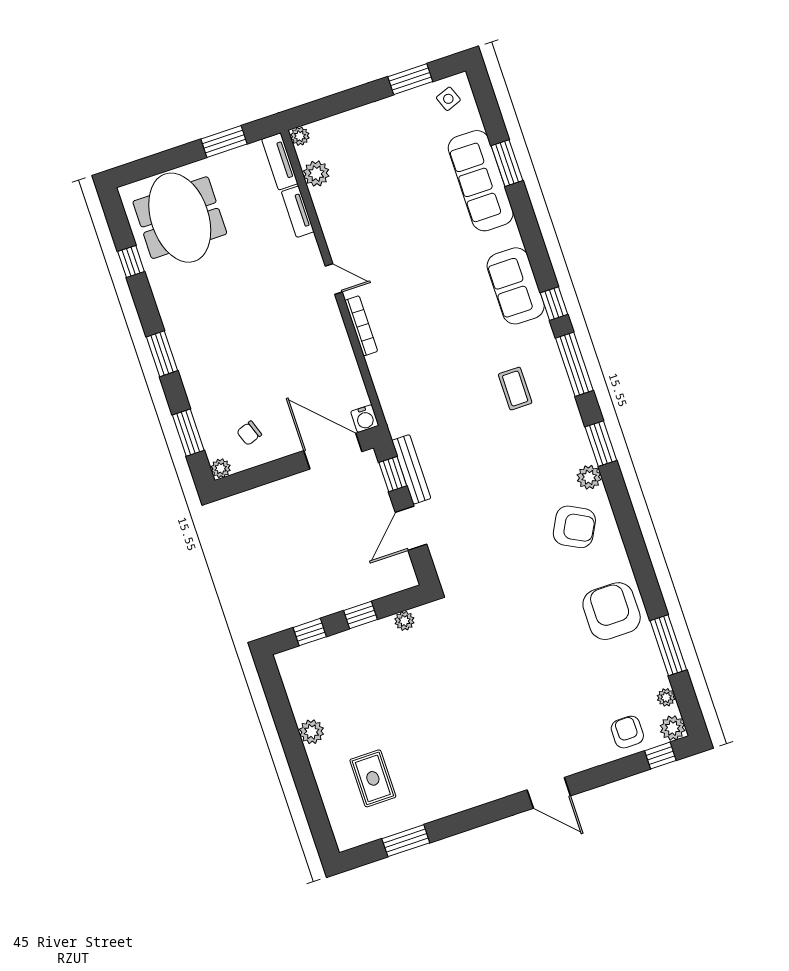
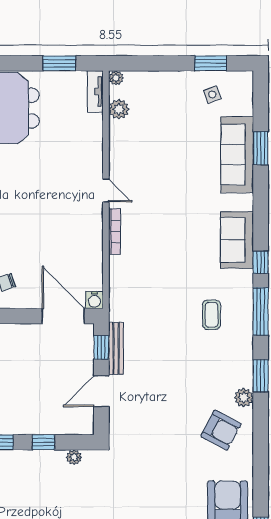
side table: (448, 99) -> (212, 95), moved
tv unit: (298, 212) -> (96, 133), removed

